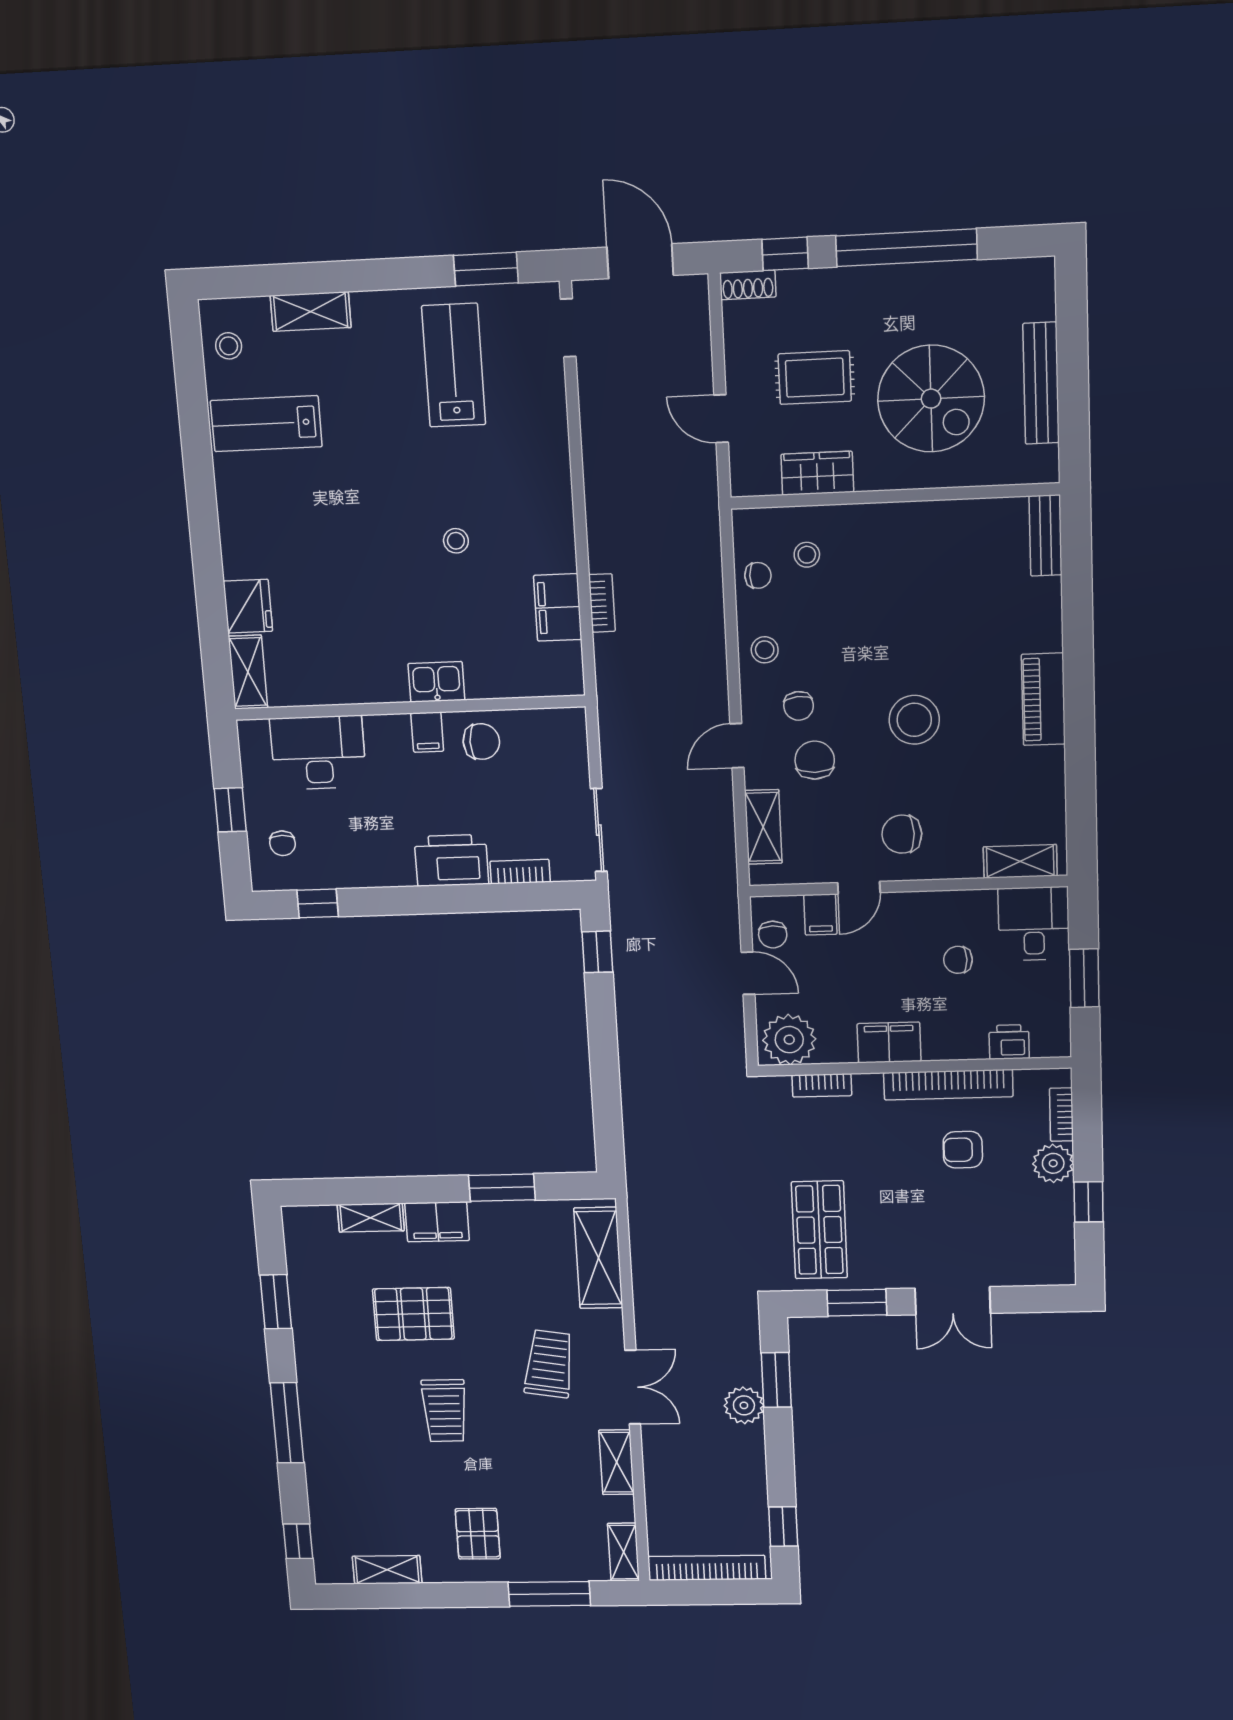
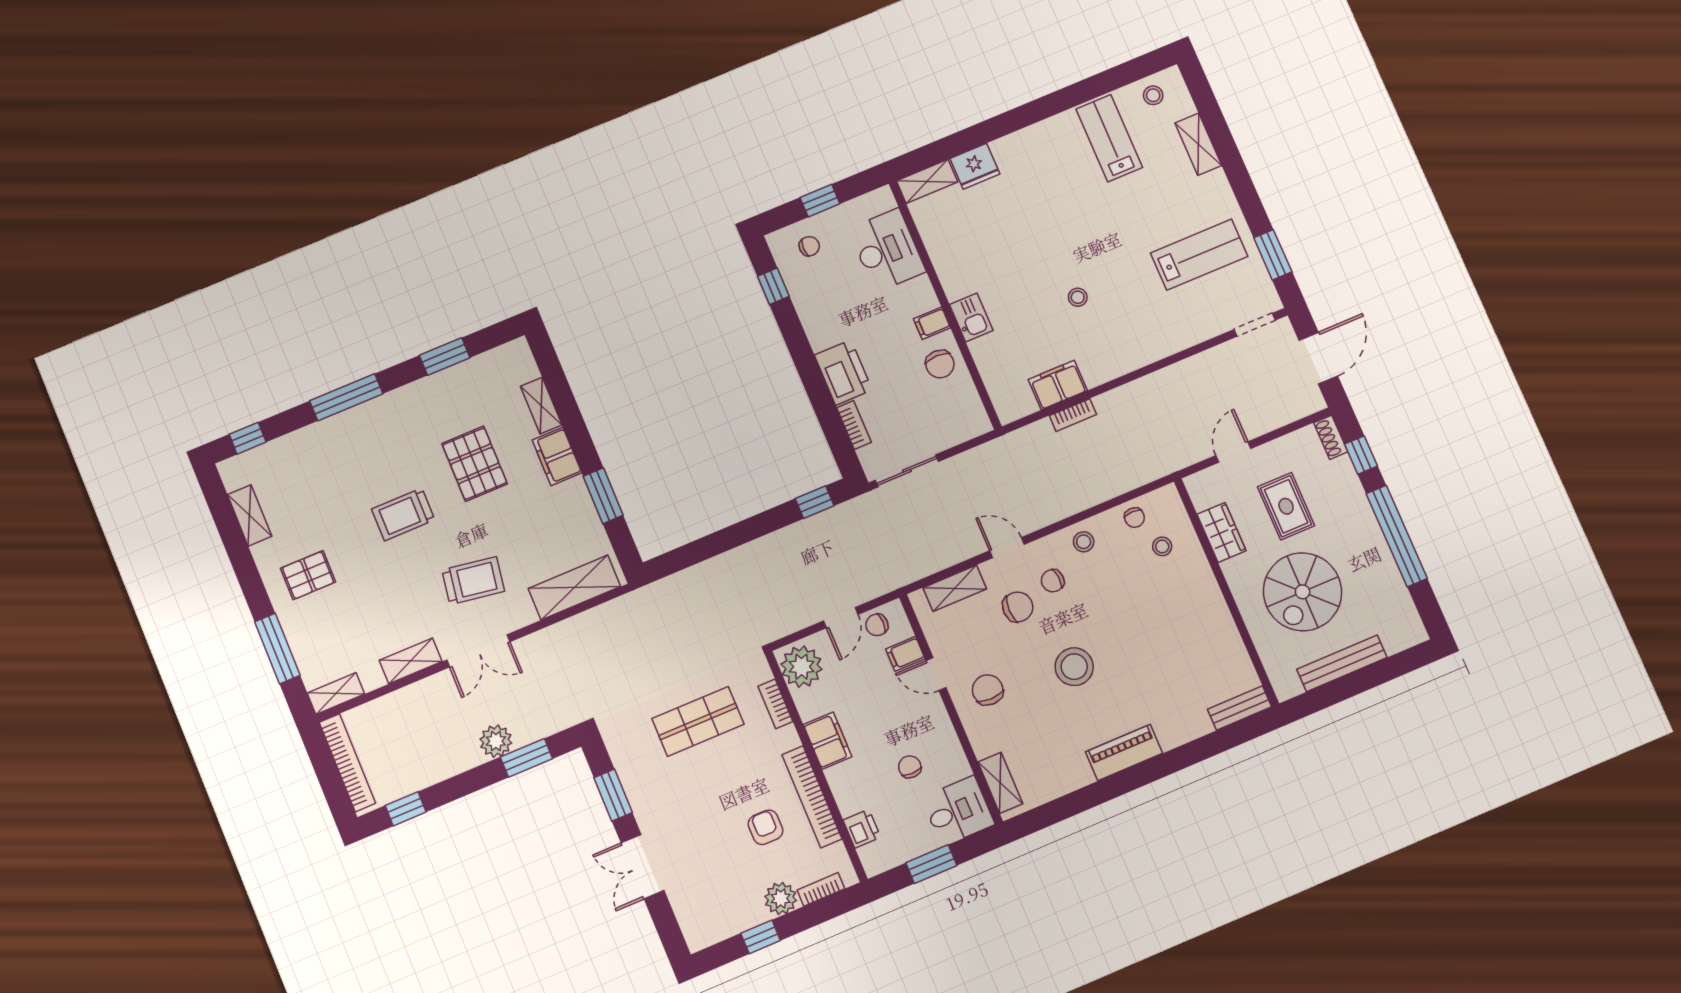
chair: (282, 843) -> (809, 246), turned 180
shop shelf: (819, 1230) -> (698, 721), moved

